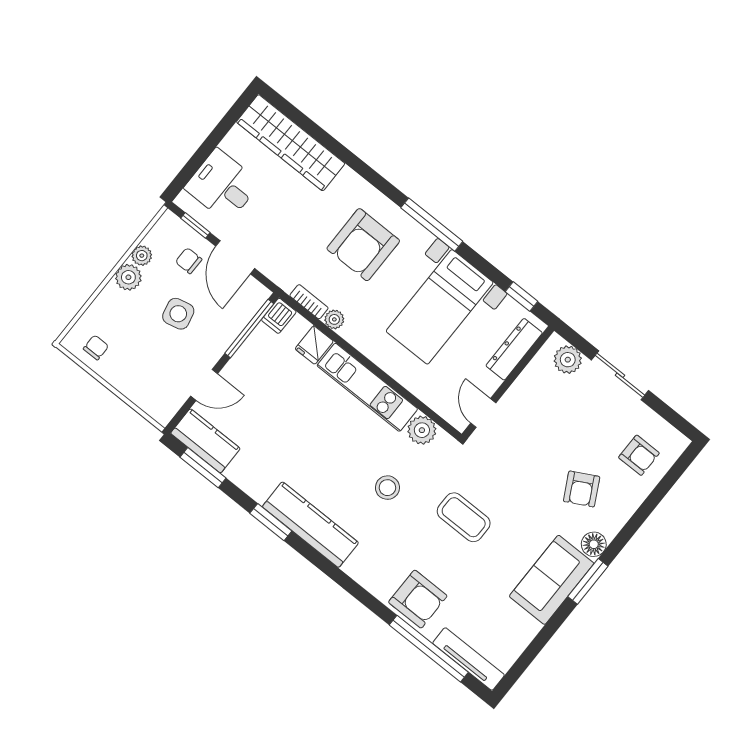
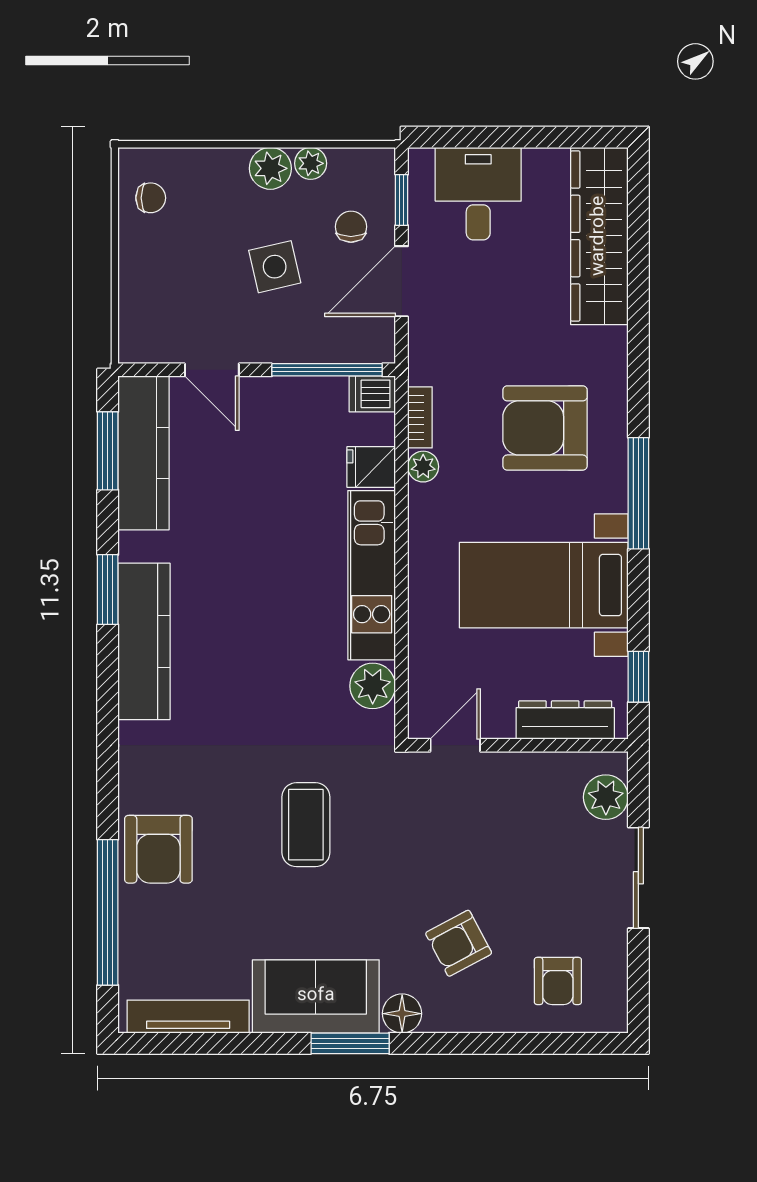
kitchen counter: (205, 441) -> (144, 453), width x1.50
stool: (387, 488) -> (267, 700), removed
tv unit: (469, 659) -> (188, 1017), moved, turned -90

